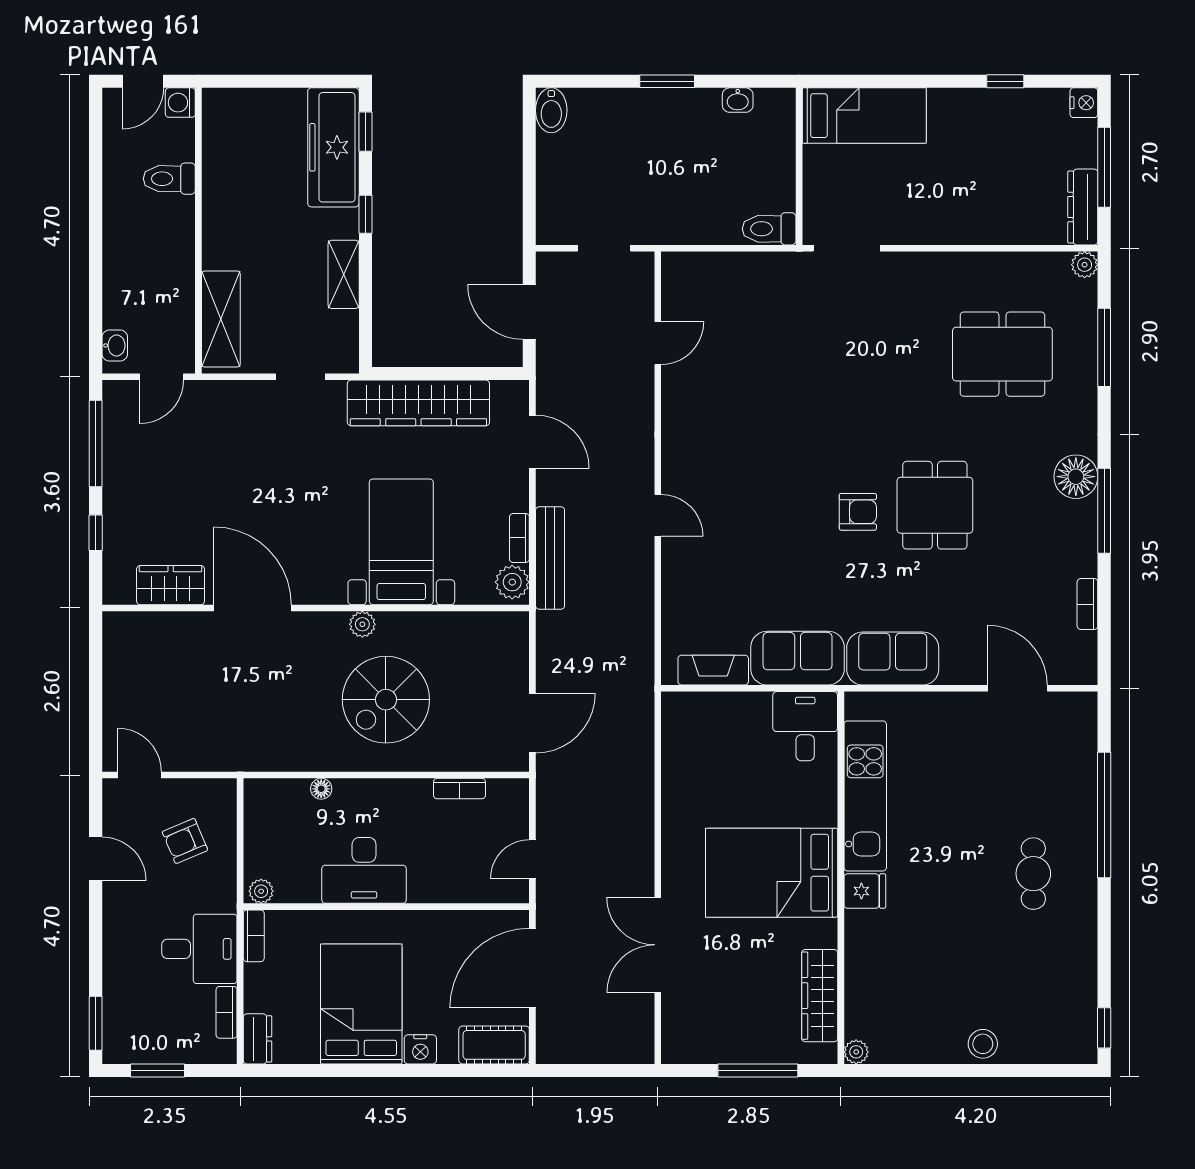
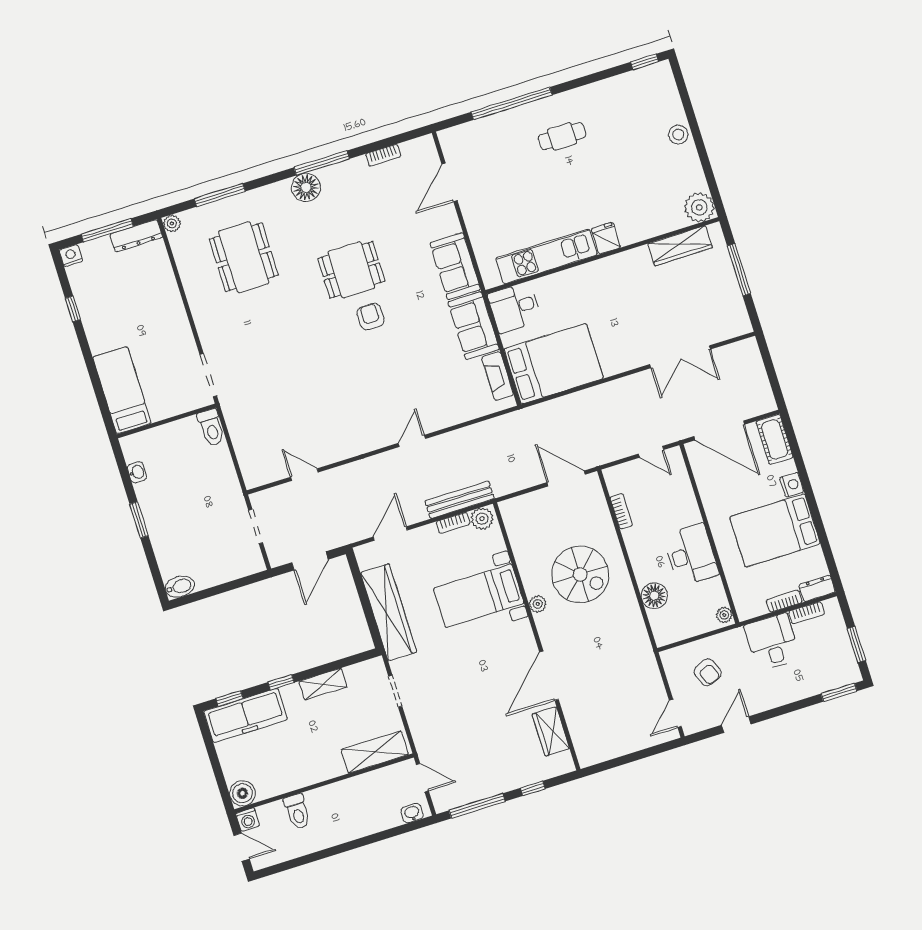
boiler: (221, 107) -> (242, 793), added
floor lamp: (321, 789) -> (654, 596), width x1.89, depth x1.89
bed: (772, 873) -> (554, 364), moved, turned -90
bookcase: (254, 936) -> (784, 601), moved
plant: (856, 1052) -> (699, 207), width x1.88, depth x1.88

